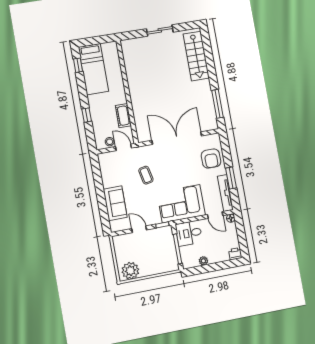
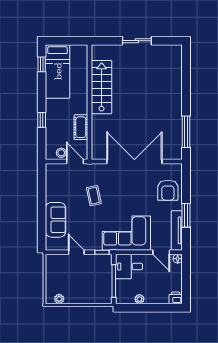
stairs: (196, 56) -> (102, 87), moved, turned 180
plant: (130, 271) -> (59, 299), width x0.53, depth x0.53

